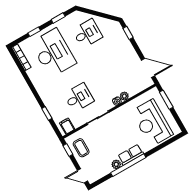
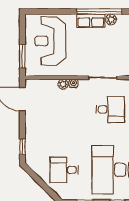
desk: (79, 98) -> (110, 109), turned 180
reception desk: (152, 123) -> (50, 41), turned 180

